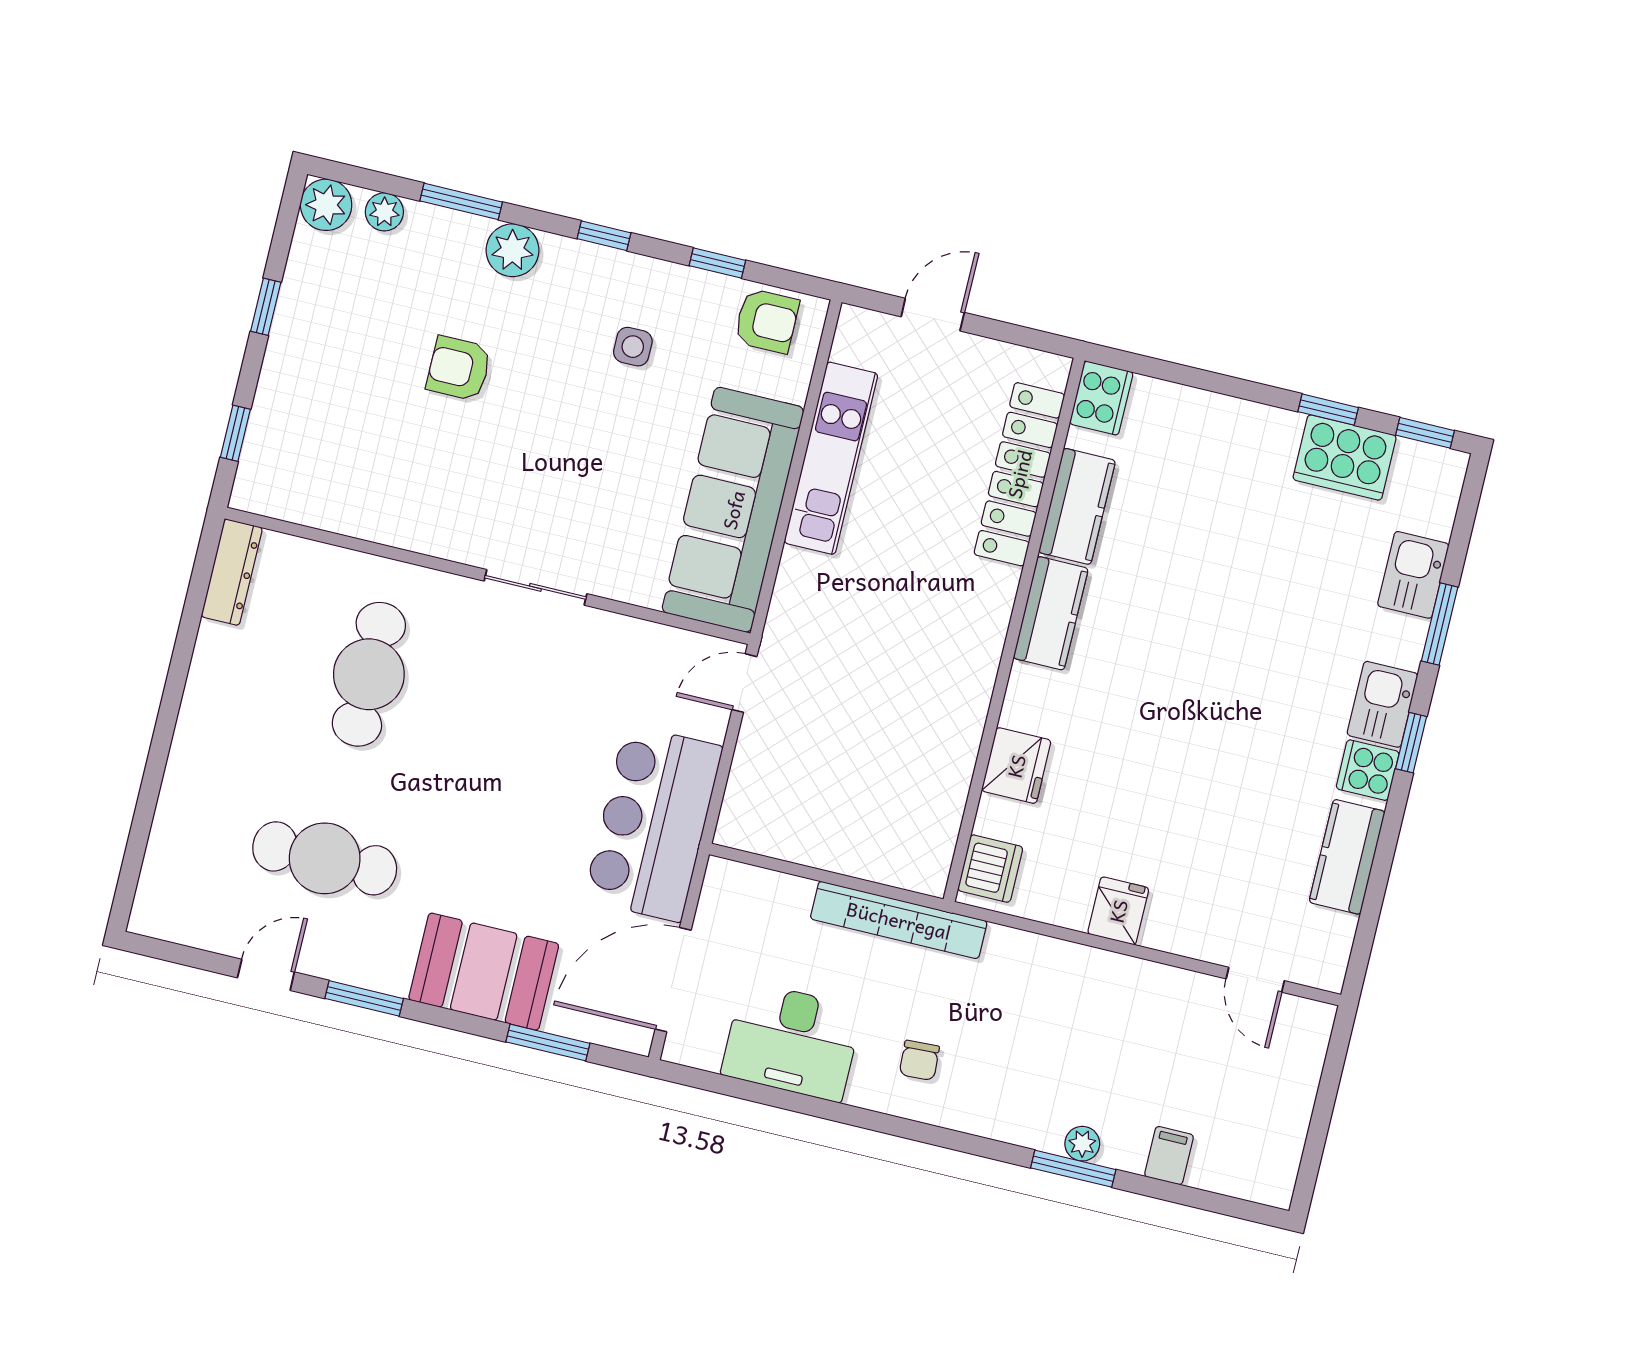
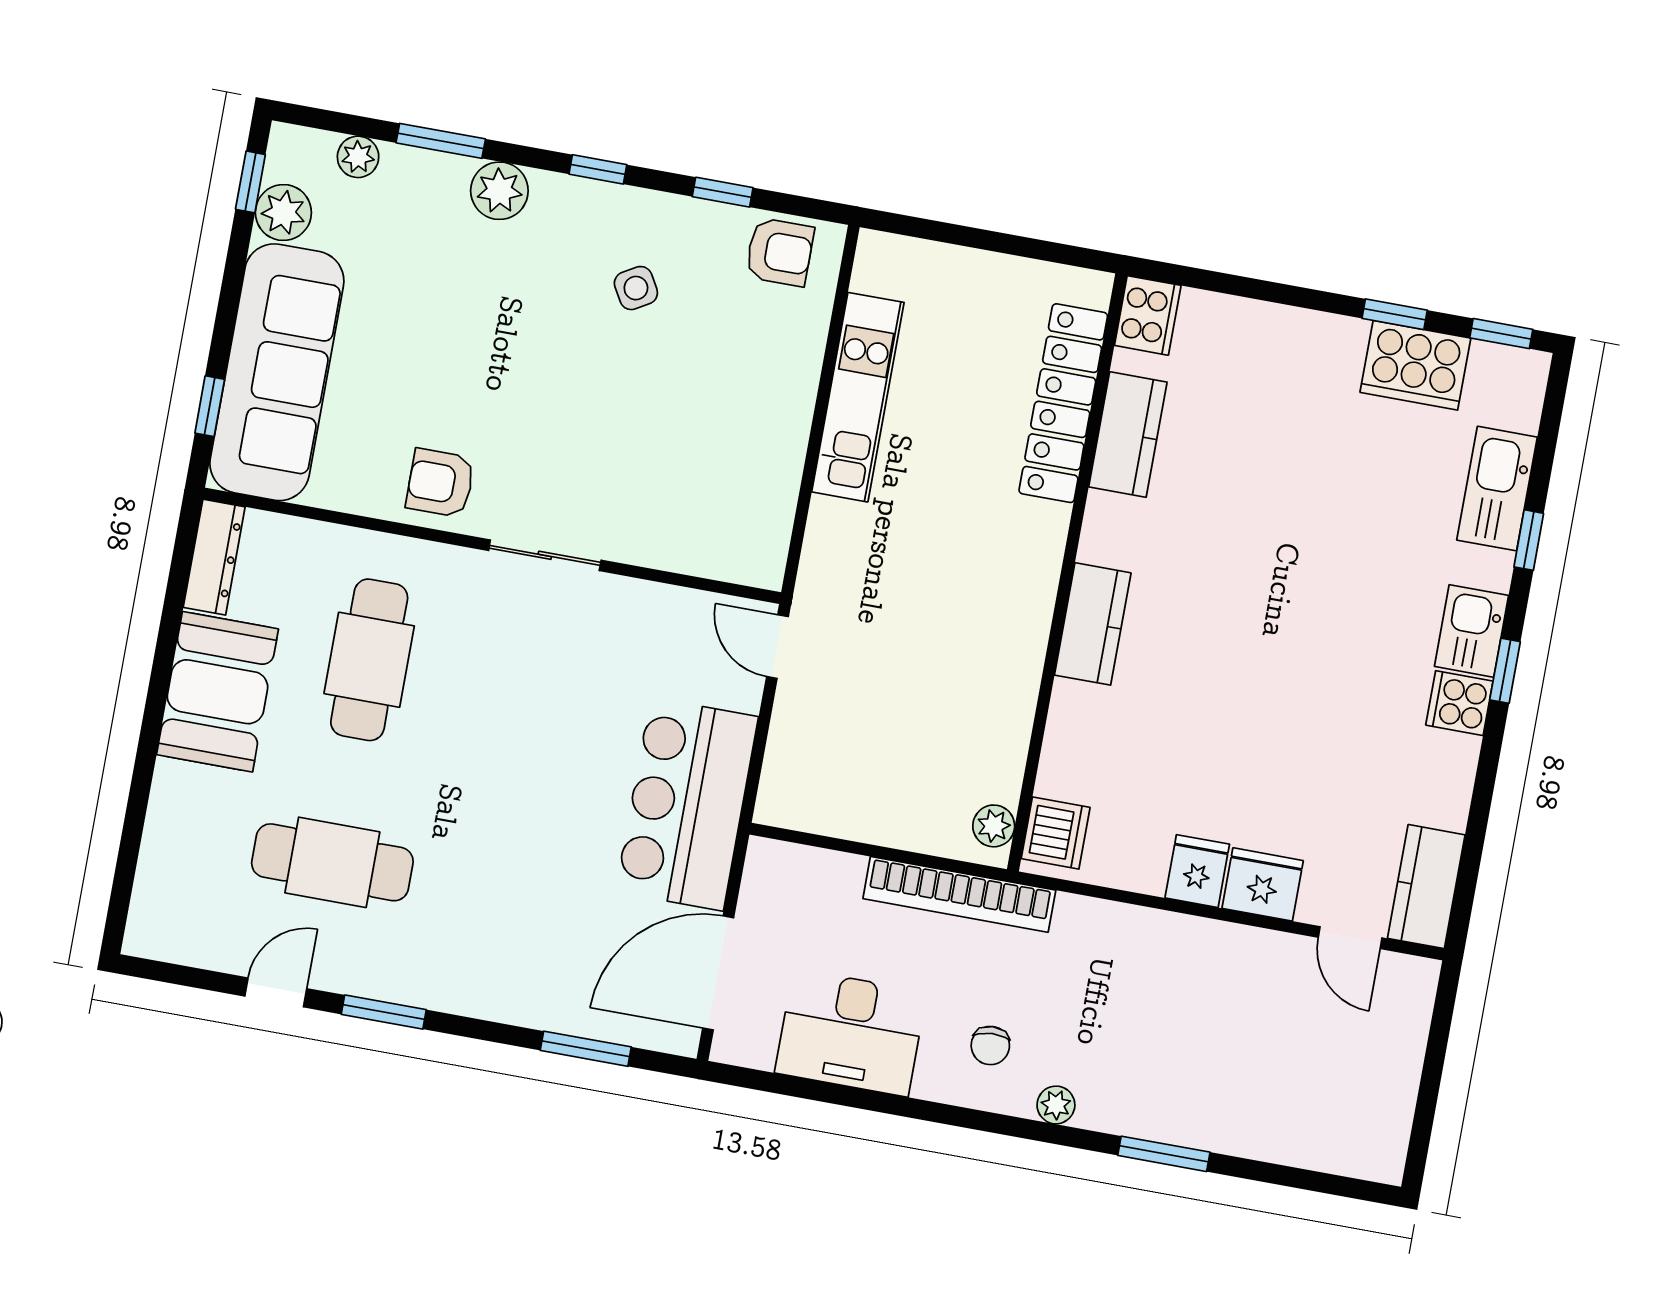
plant: (326, 205) -> (283, 213), moved
window: (266, 307) -> (250, 182), moved
door: (933, 315) -> (960, 235), removed
side table: (633, 347) -> (636, 288), turned -30
armchair: (459, 368) -> (440, 483), moved
sofa: (733, 510) -> (277, 372), moved, turned 180
kitchen sink: (1413, 575) -> (1497, 489), width x1.38
kitchen counter: (1051, 613) -> (1093, 624), moved
window: (1440, 624) -> (1529, 540), width x0.67
door: (744, 683) -> (777, 647), hinge flipped
fridge: (1016, 766) -> (1263, 884), moved, turned -90
kitchen counter: (1347, 857) -> (1426, 887), moved
plant: (934, 859) -> (994, 826), added
booth: (484, 972) -> (217, 692), moved, turned 90
plant: (1082, 1144) -> (1056, 1105), moved
filing cabinet: (1169, 1156) -> (1267, 1134), removed

